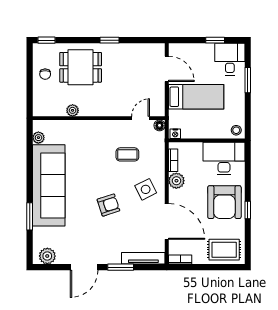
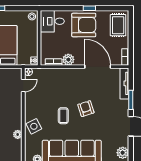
door: (141, 118) -> (23, 85), swing flipped
coffee table: (127, 154) -> (63, 116), moved
desk: (224, 158) -> (52, 21), width x0.73
side table: (146, 189) -> (34, 126), moved
door: (167, 221) -> (98, 67), hinge flipped

